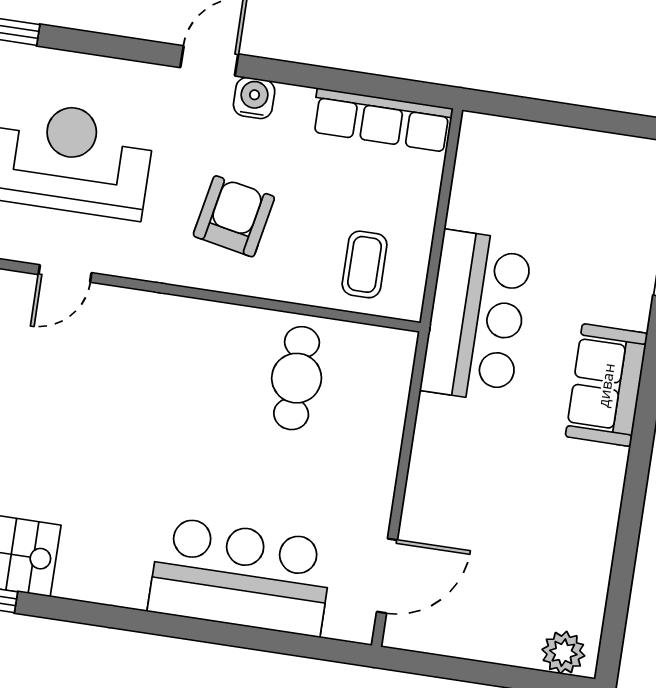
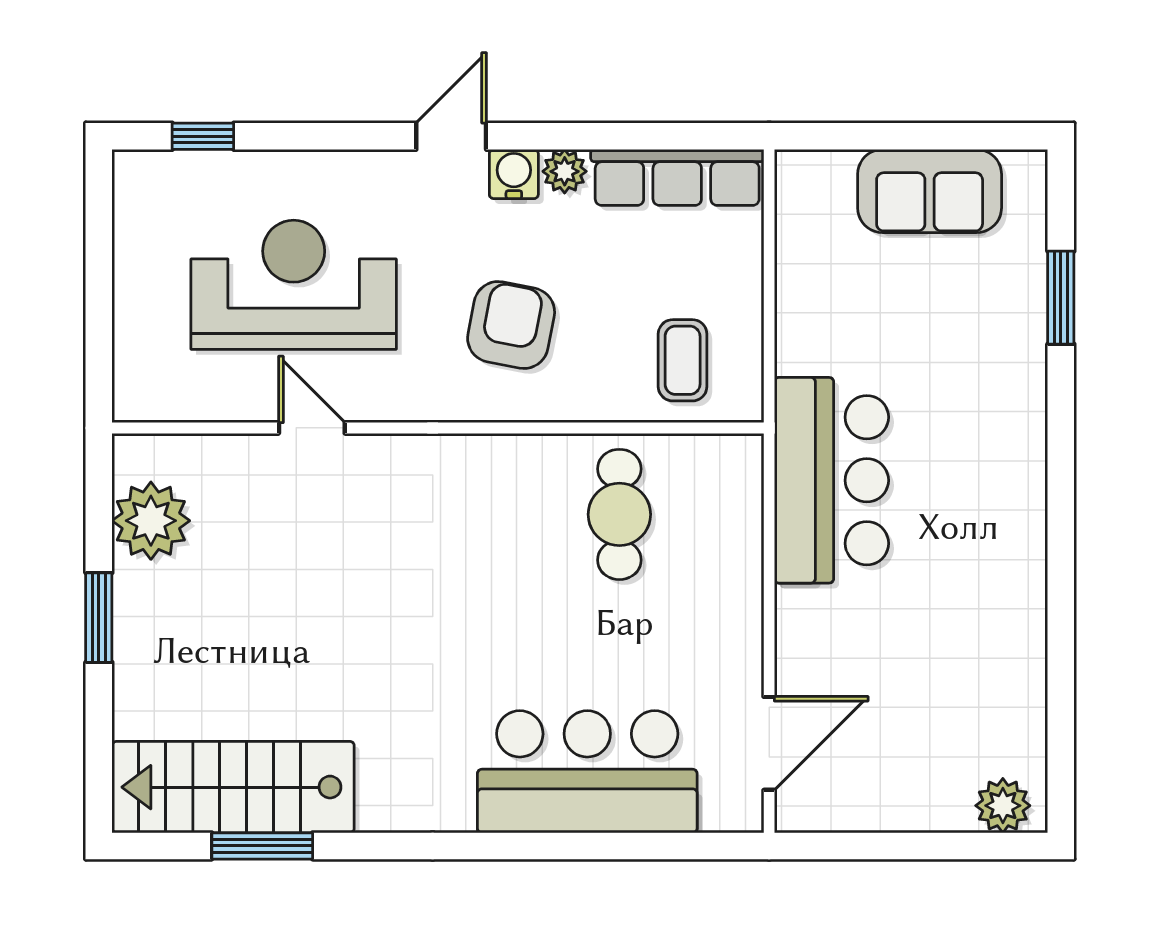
plant: (294, 102) -> (565, 171), added
door: (65, 274) -> (312, 428), swing flipped
bar counter: (476, 316) -> (831, 480), moved
sofa: (606, 385) -> (930, 191), moved, turned -90

